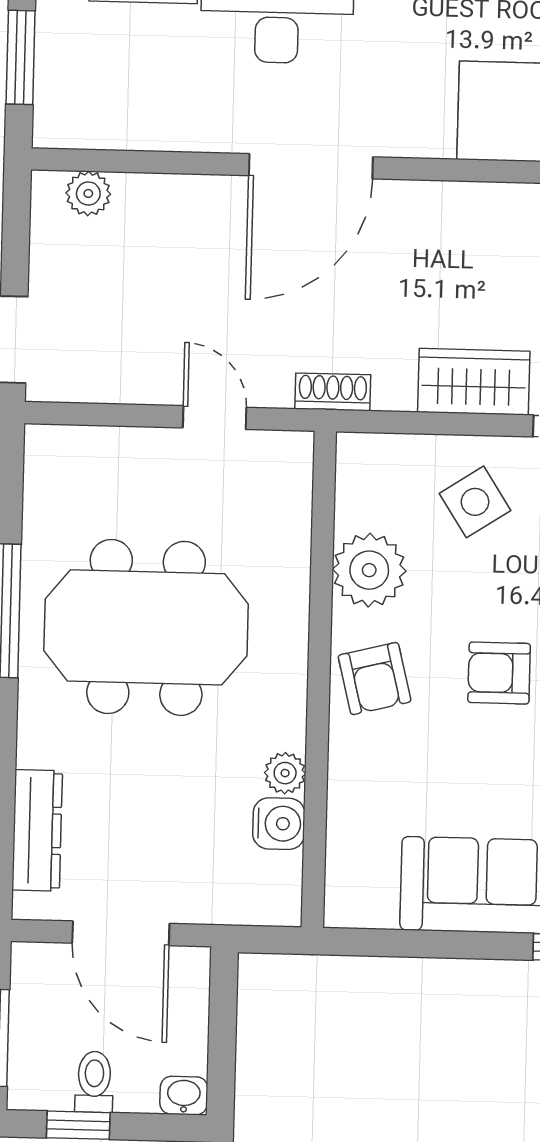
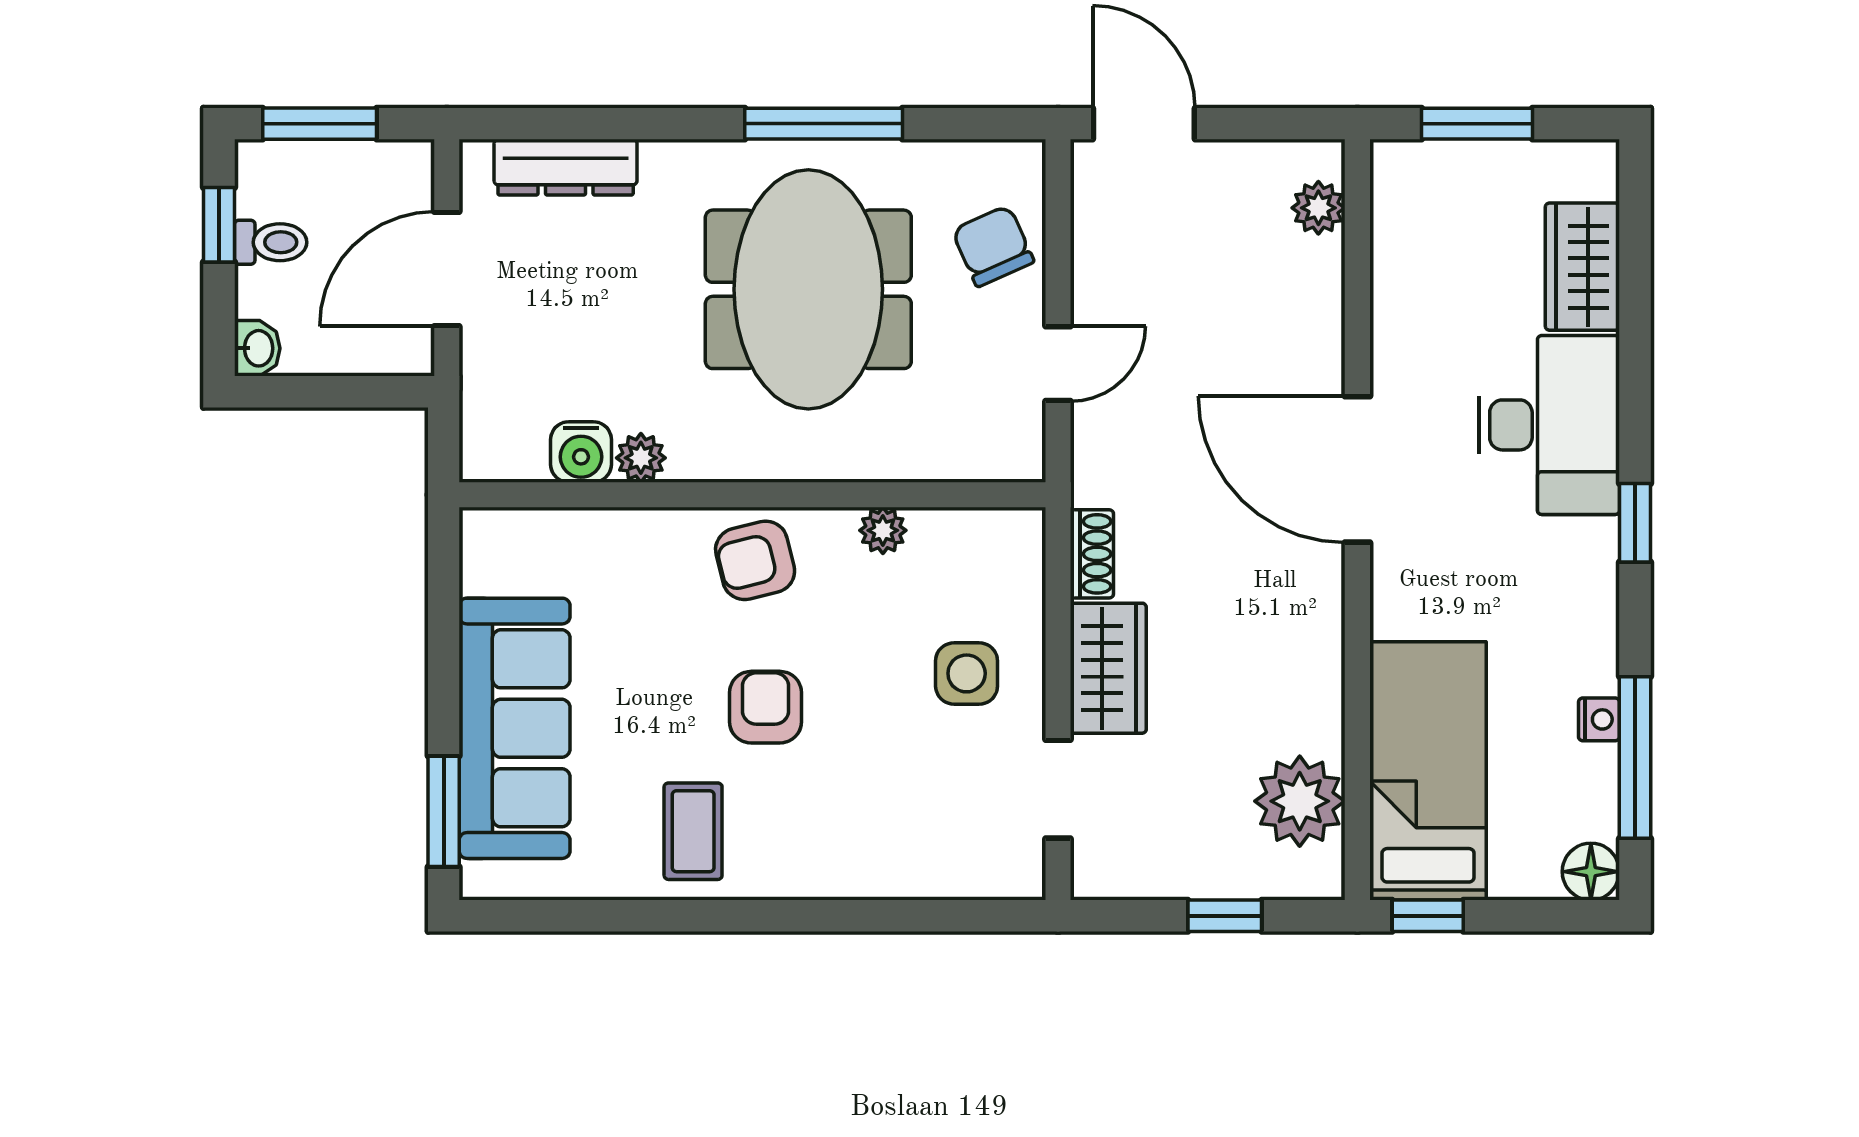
shoe rack: (333, 392) -> (1092, 554), moved
chair: (113, 470) -> (993, 246), added
side table: (475, 502) -> (967, 673), turned 33
plant: (369, 570) -> (883, 530), width x0.53, depth x0.53

